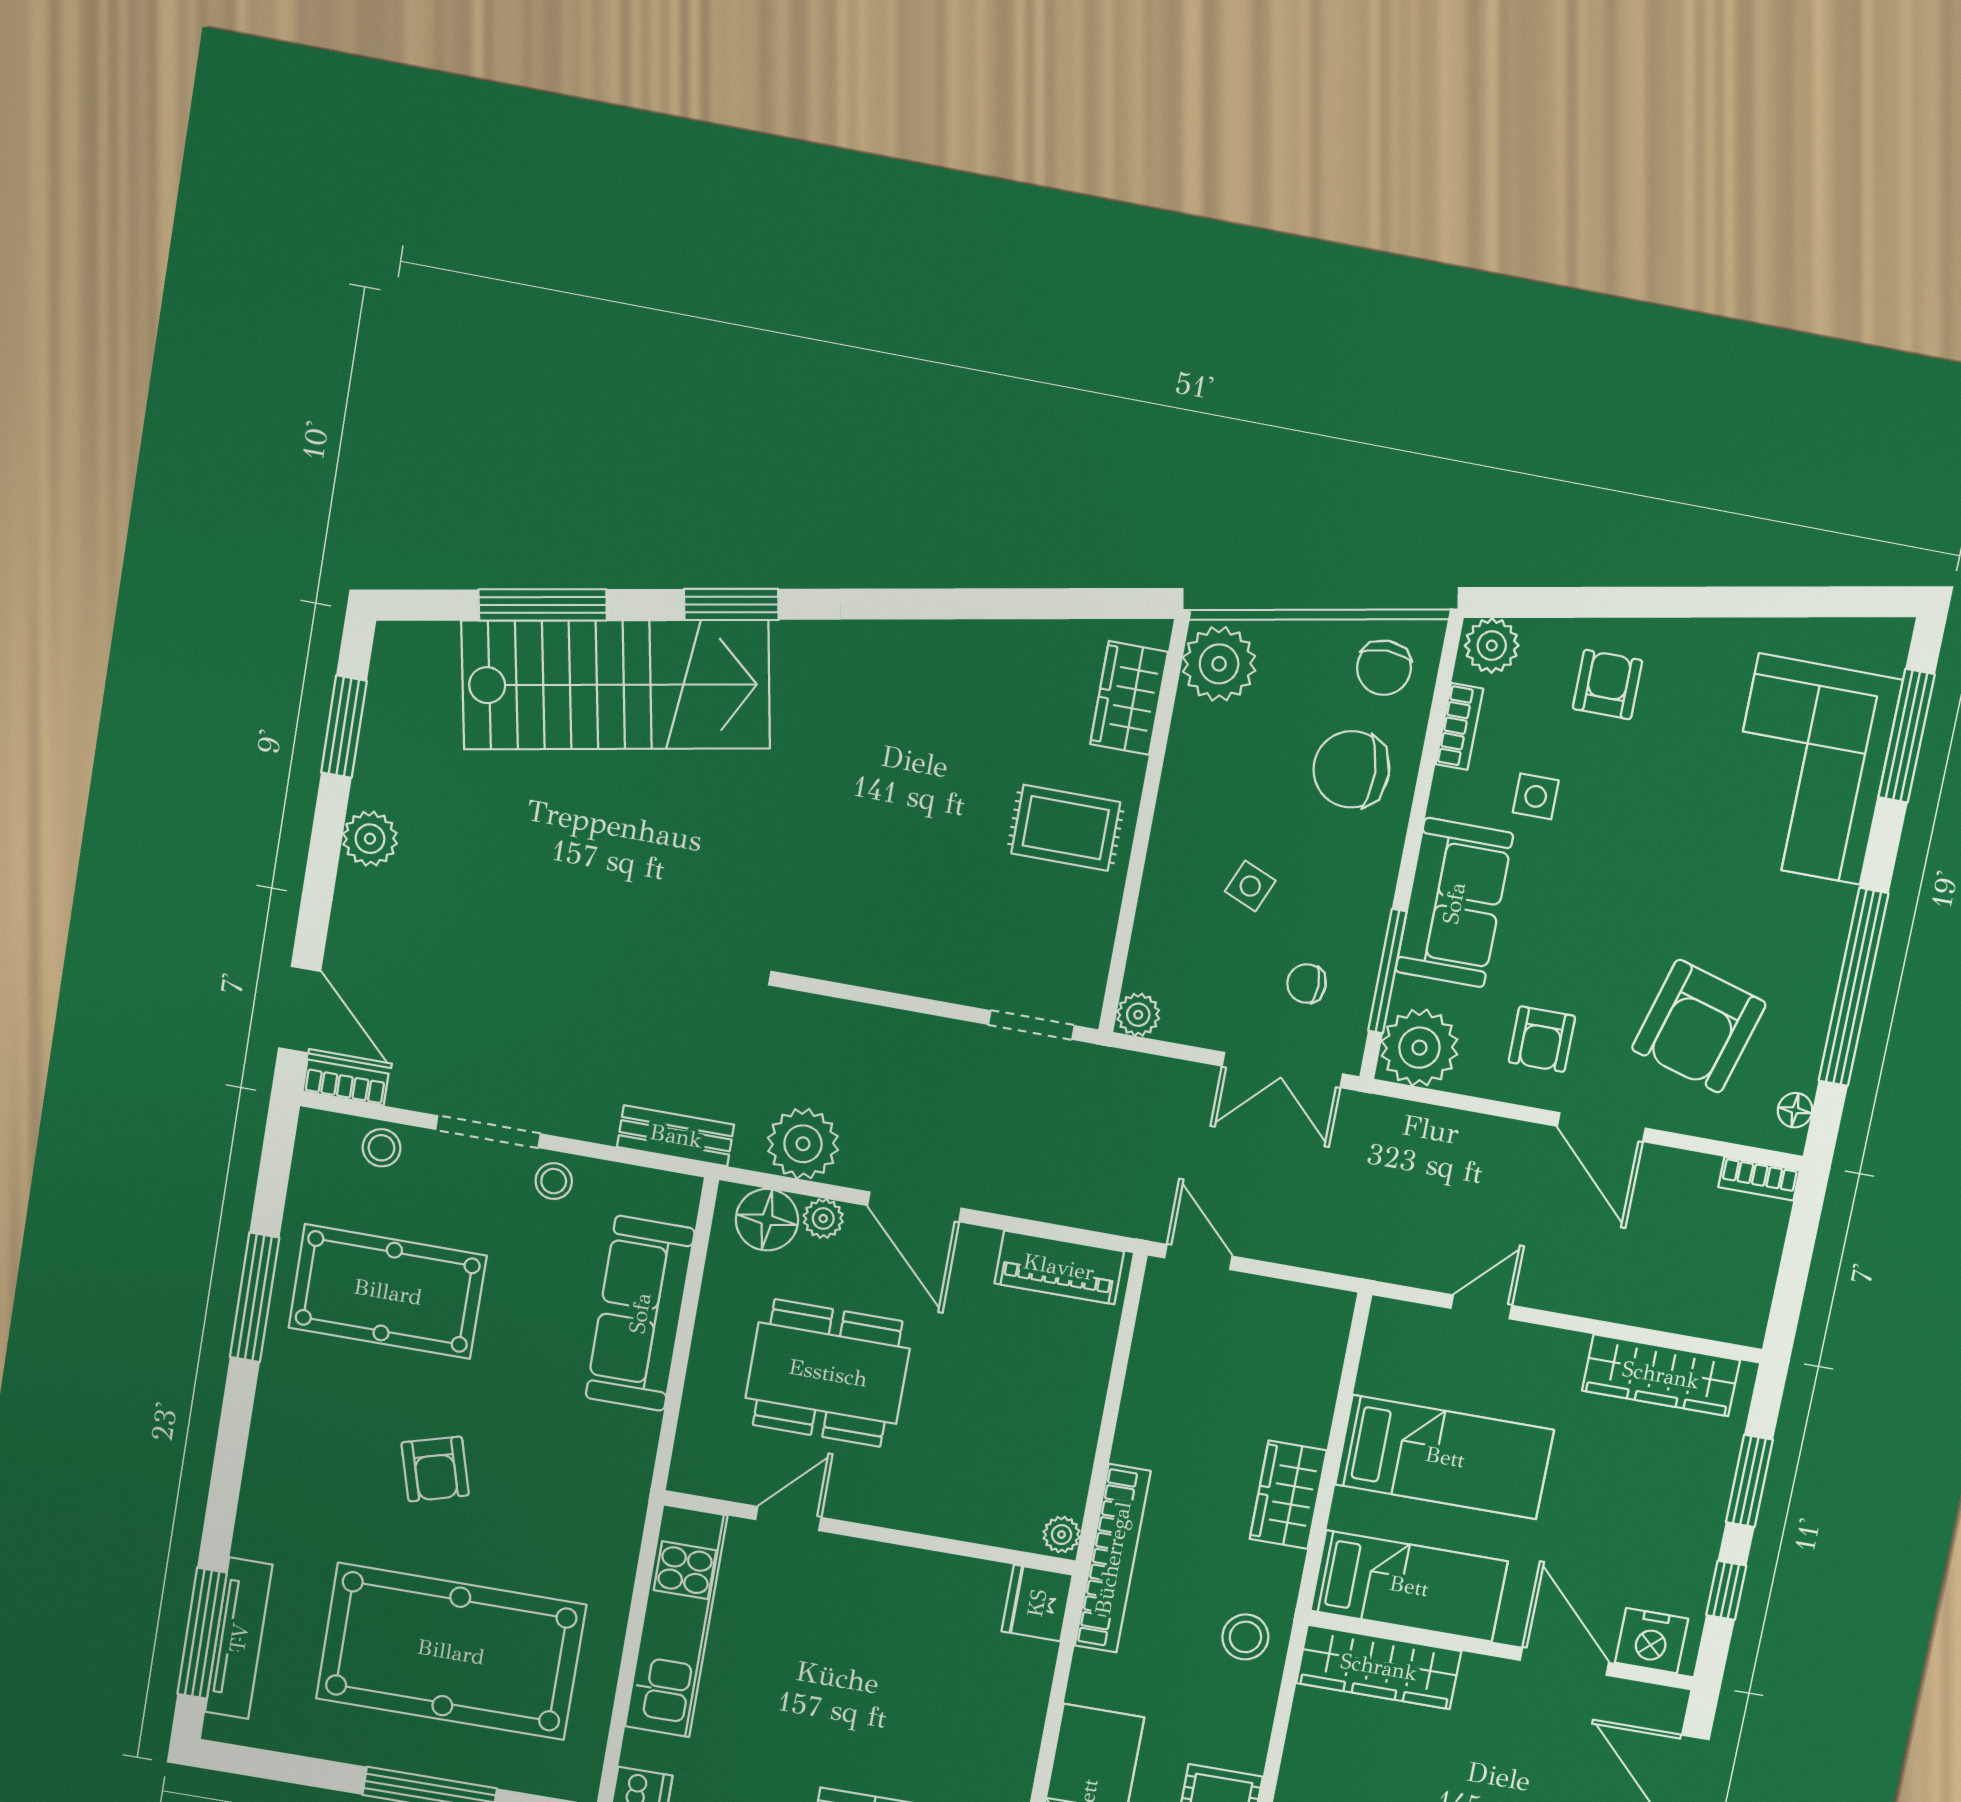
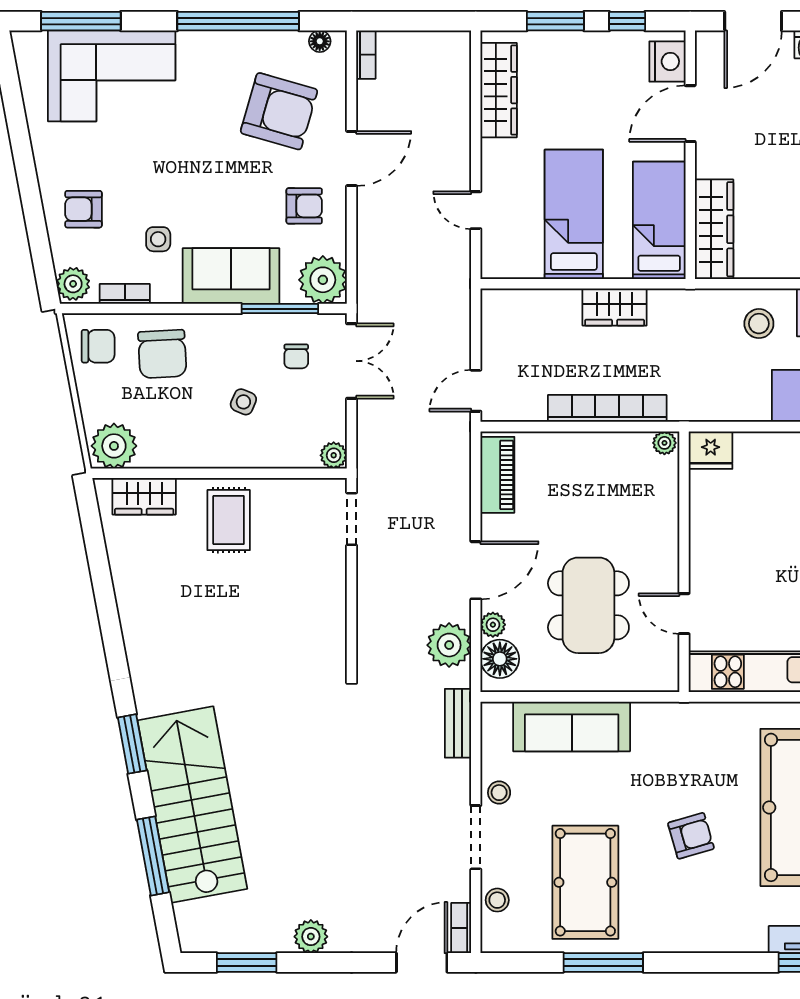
bookcase: (1113, 1558) -> (607, 408), moved
stool: (1245, 1637) -> (759, 324), moved

